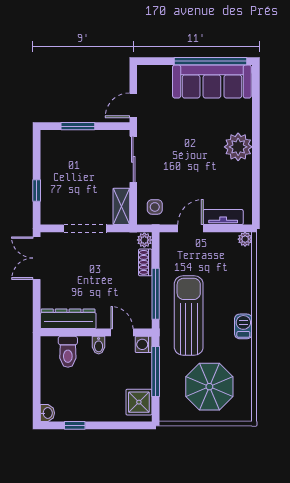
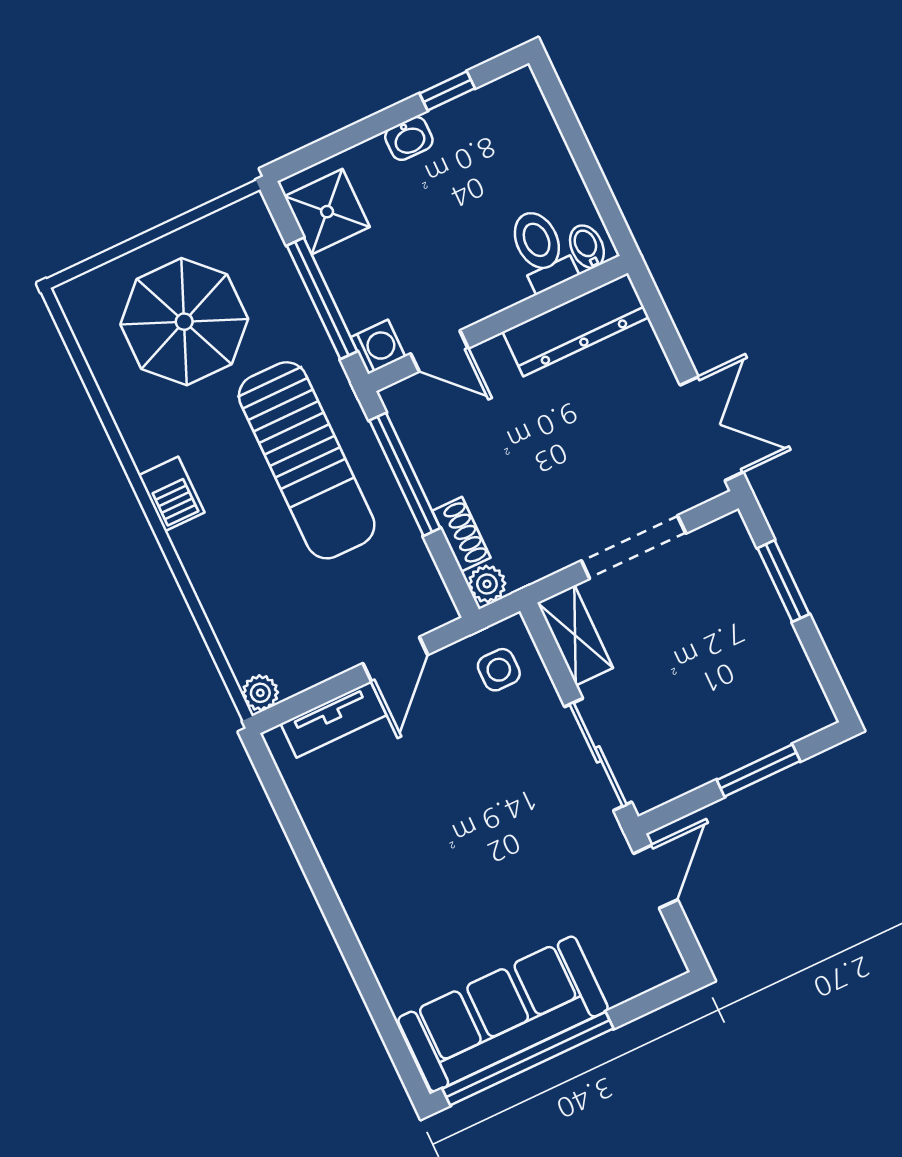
plant: (238, 147) -> (374, 894), removed
window: (37, 191) -> (783, 581), width x1.50
bidet: (99, 345) -> (587, 247), moved
washbasin: (47, 413) -> (409, 138), moved, turned -90

